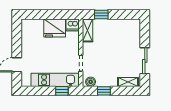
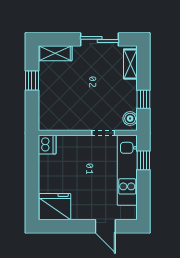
window: (101, 15) -> (32, 81), moved
fridge: (55, 28) -> (55, 207), moved, turned -90
shelving: (88, 30) -> (55, 53), moved

